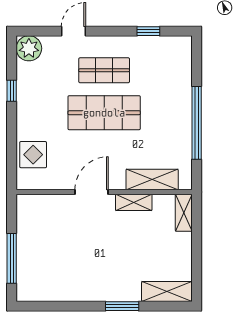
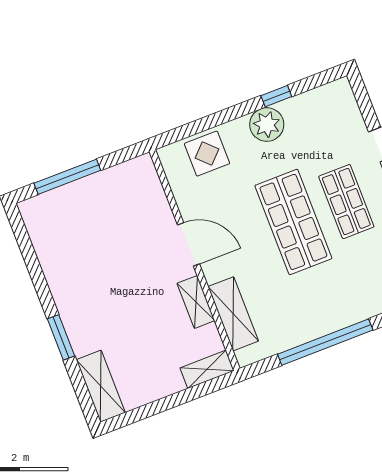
plant: (29, 48) -> (267, 125), moved

